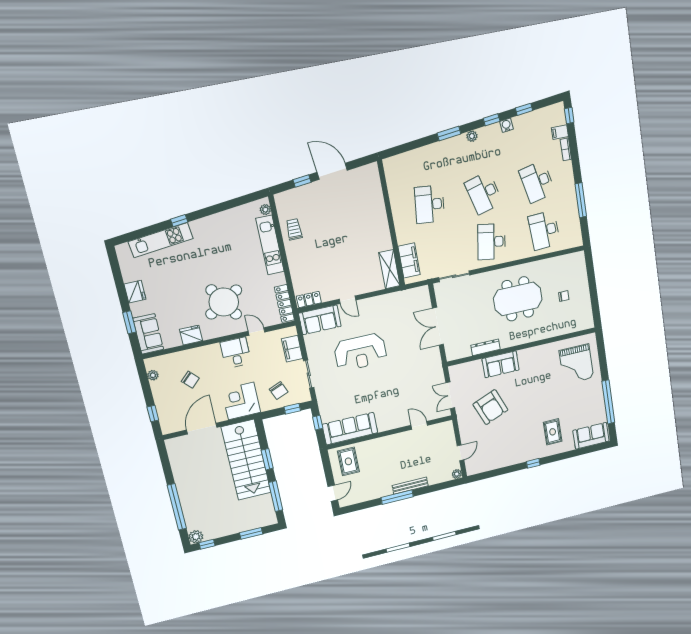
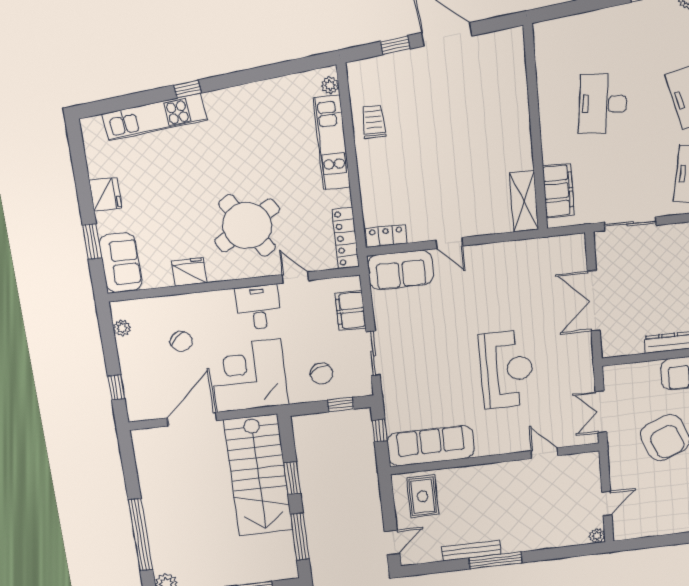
reception desk: (360, 352) -> (506, 369), moved, turned -90
corner desk: (241, 401) -> (249, 376), width x1.36, depth x1.36
bench: (410, 486) -> (471, 551), moved

